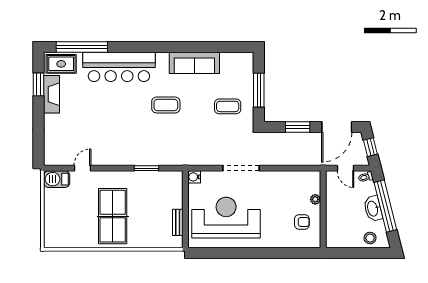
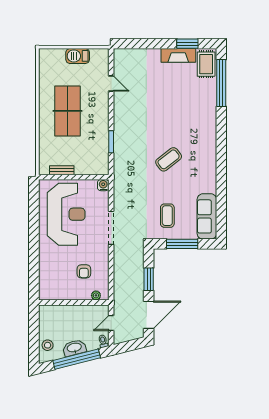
sofa: (194, 63) -> (207, 216), moved
bar counter: (119, 67) -> (203, 117), removed
coffee table: (166, 105) -> (169, 159), turned 52
door: (337, 127) -> (149, 315), swing flipped
window: (370, 147) -> (130, 346), removed
barbecue: (57, 179) -> (78, 56), moved, turned -90
plant: (315, 199) -> (96, 295), moved
table tennis table: (113, 216) -> (68, 111), turned 90
armchair: (302, 222) -> (84, 271), moved

